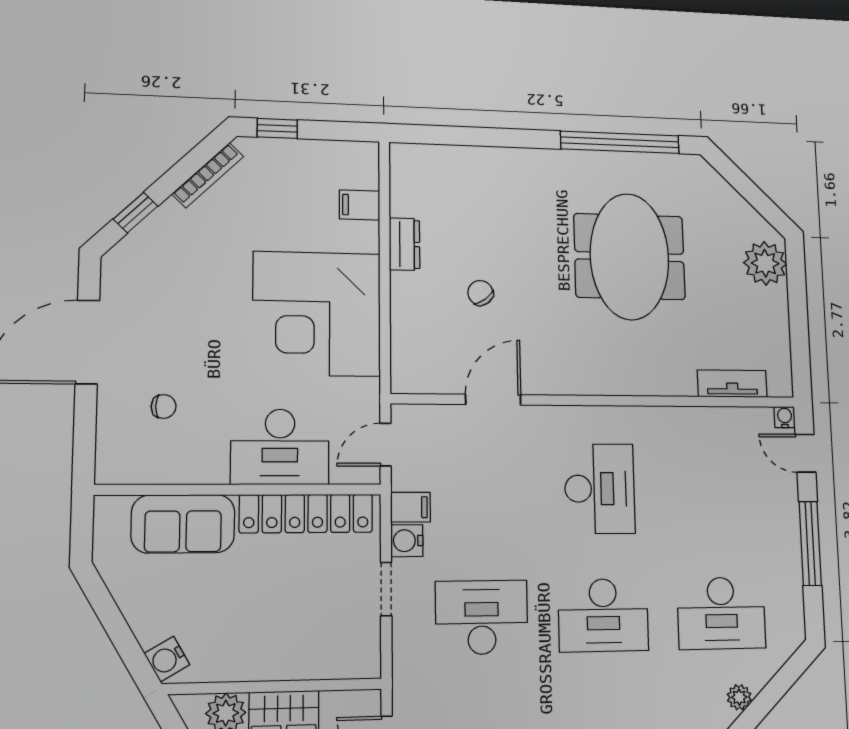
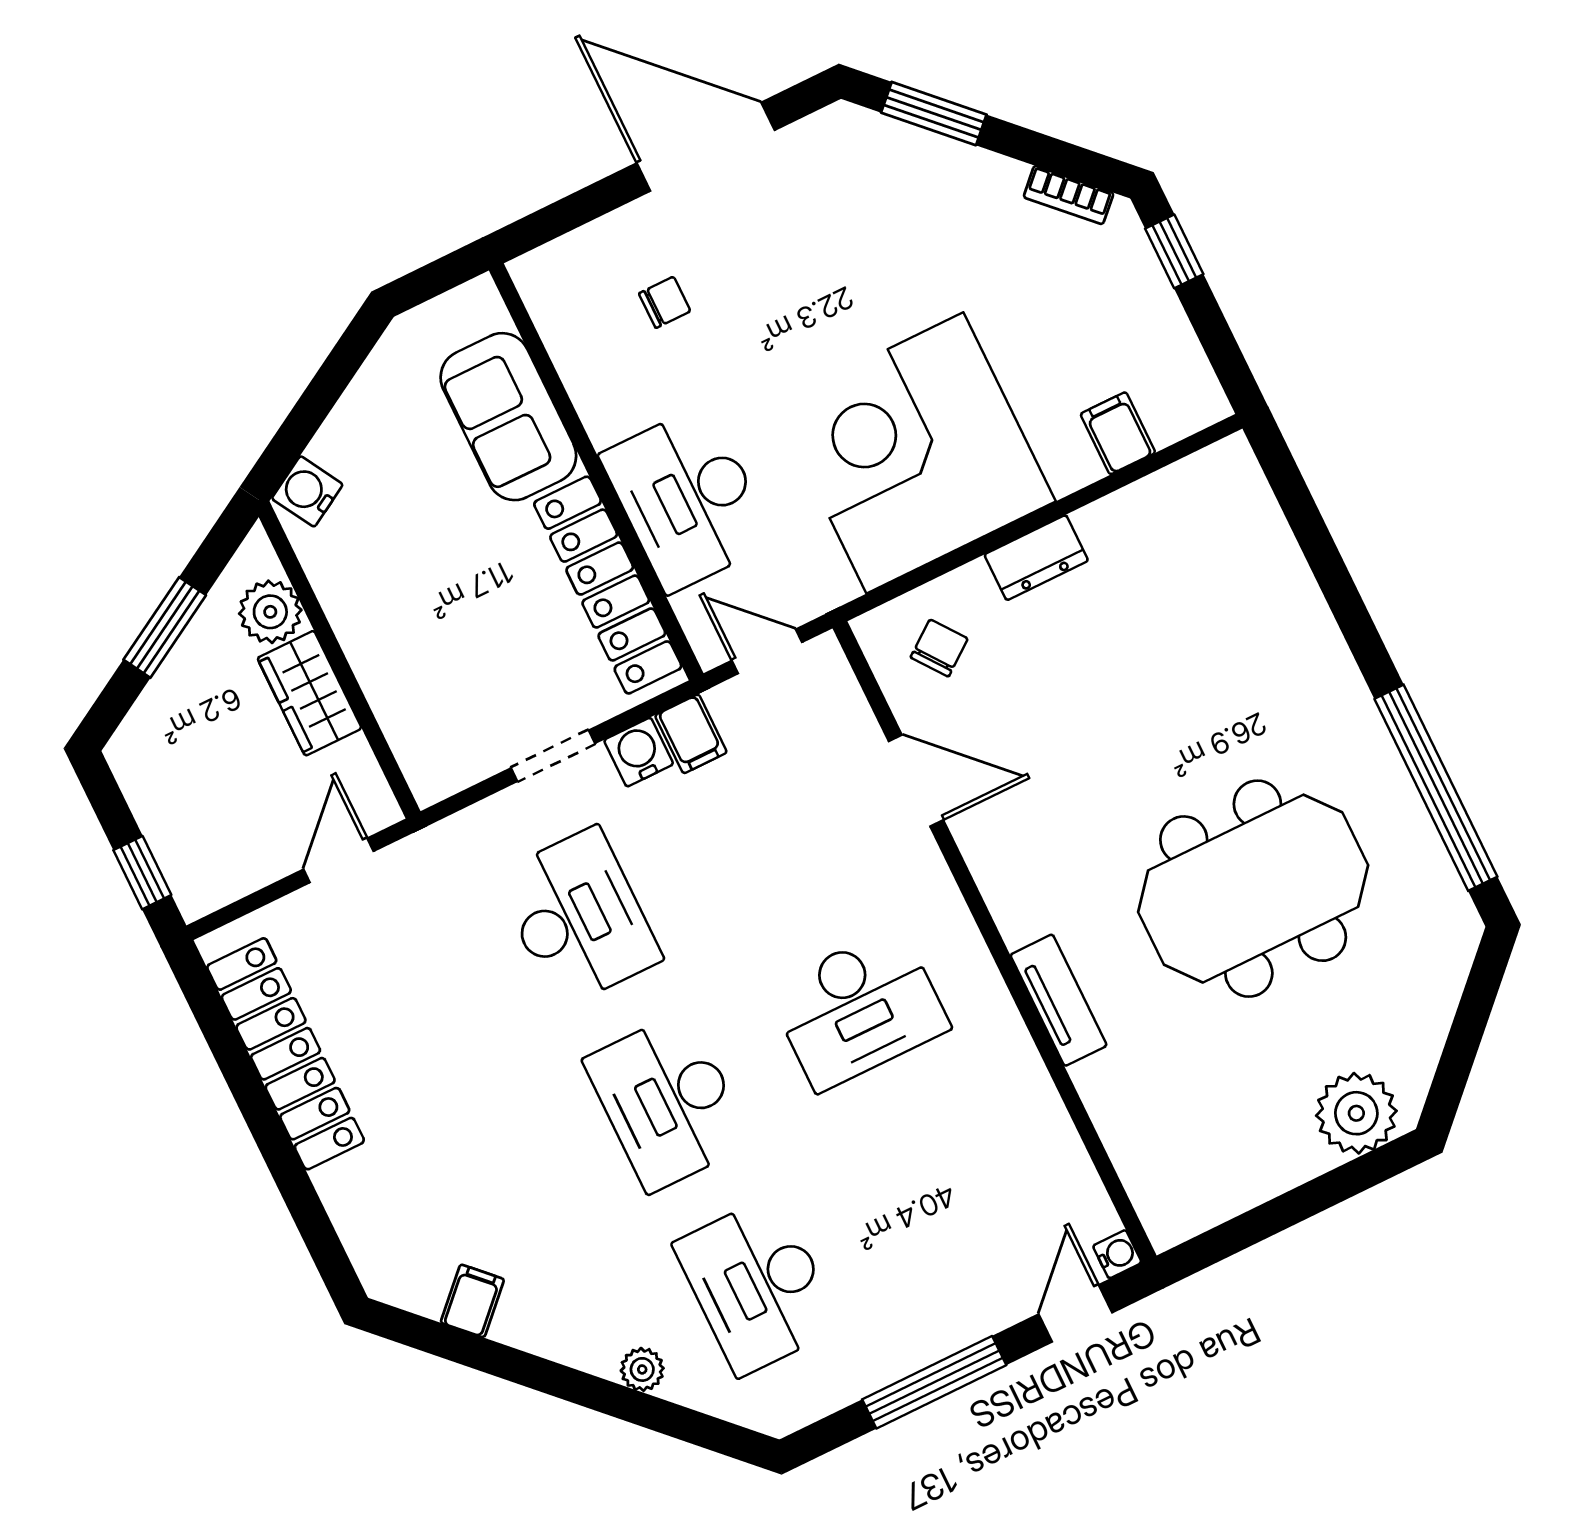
bookcase: (208, 175) -> (1069, 195), width x0.64
window: (135, 213) -> (934, 114), width x1.50
dresser: (405, 244) -> (1036, 558), moved
chair: (480, 293) -> (939, 648), moved
tv unit: (732, 384) -> (1059, 1000), moved
chair: (164, 406) -> (665, 302), turned -90

